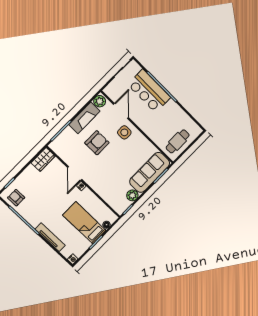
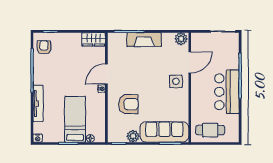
bar counter: (149, 91) -> (227, 92), moved
fireplace: (84, 118) -> (144, 40), moved
armchair: (97, 143) -> (128, 104), moved

